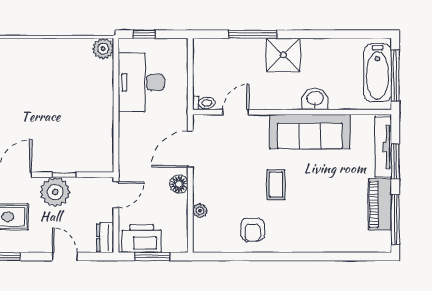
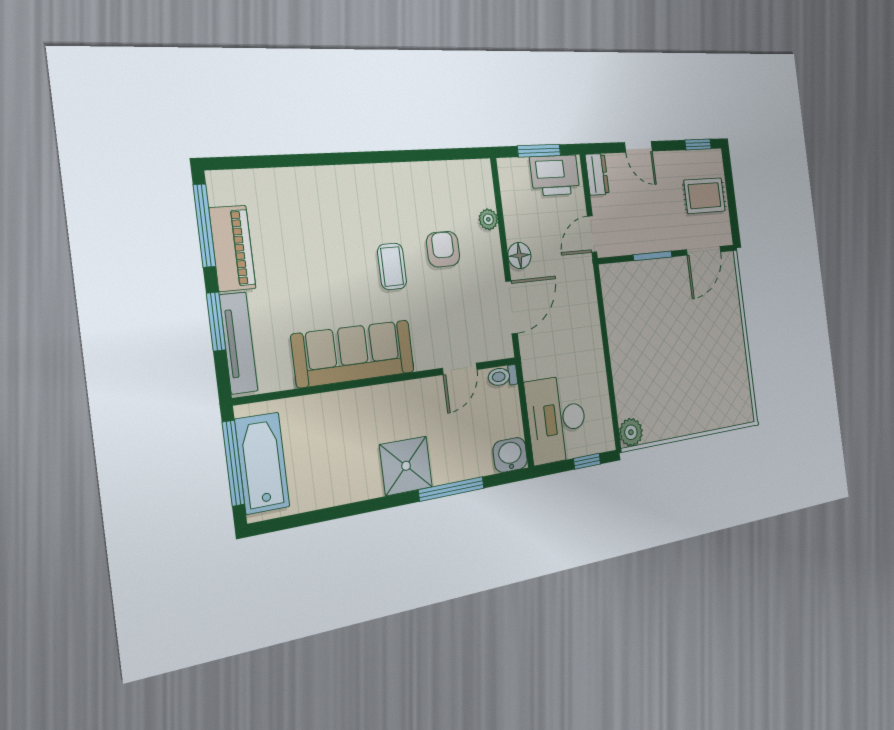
desk: (141, 82) -> (557, 419), moved, turned 180
washbasin: (315, 99) -> (510, 455), moved, turned 180
window: (64, 175) -> (653, 256), width x1.50
plant: (55, 192) -> (659, 232), removed
armchair: (252, 230) -> (443, 249), moved

